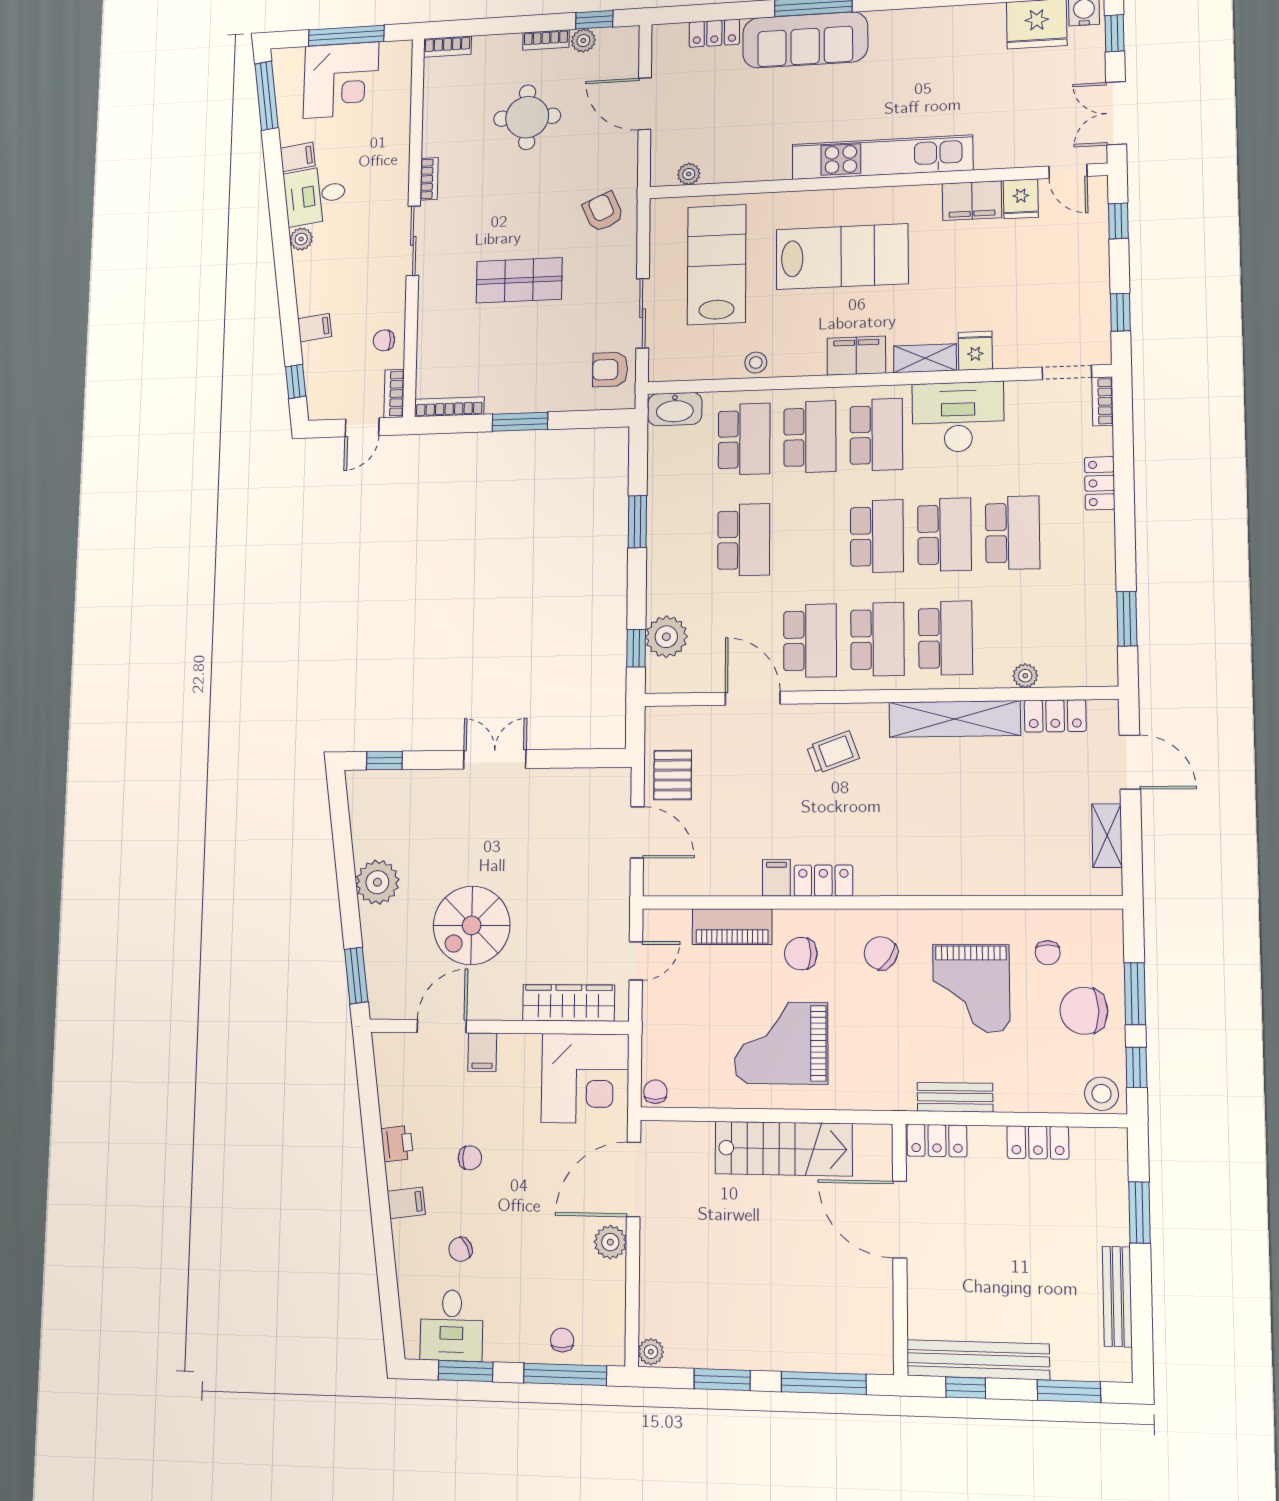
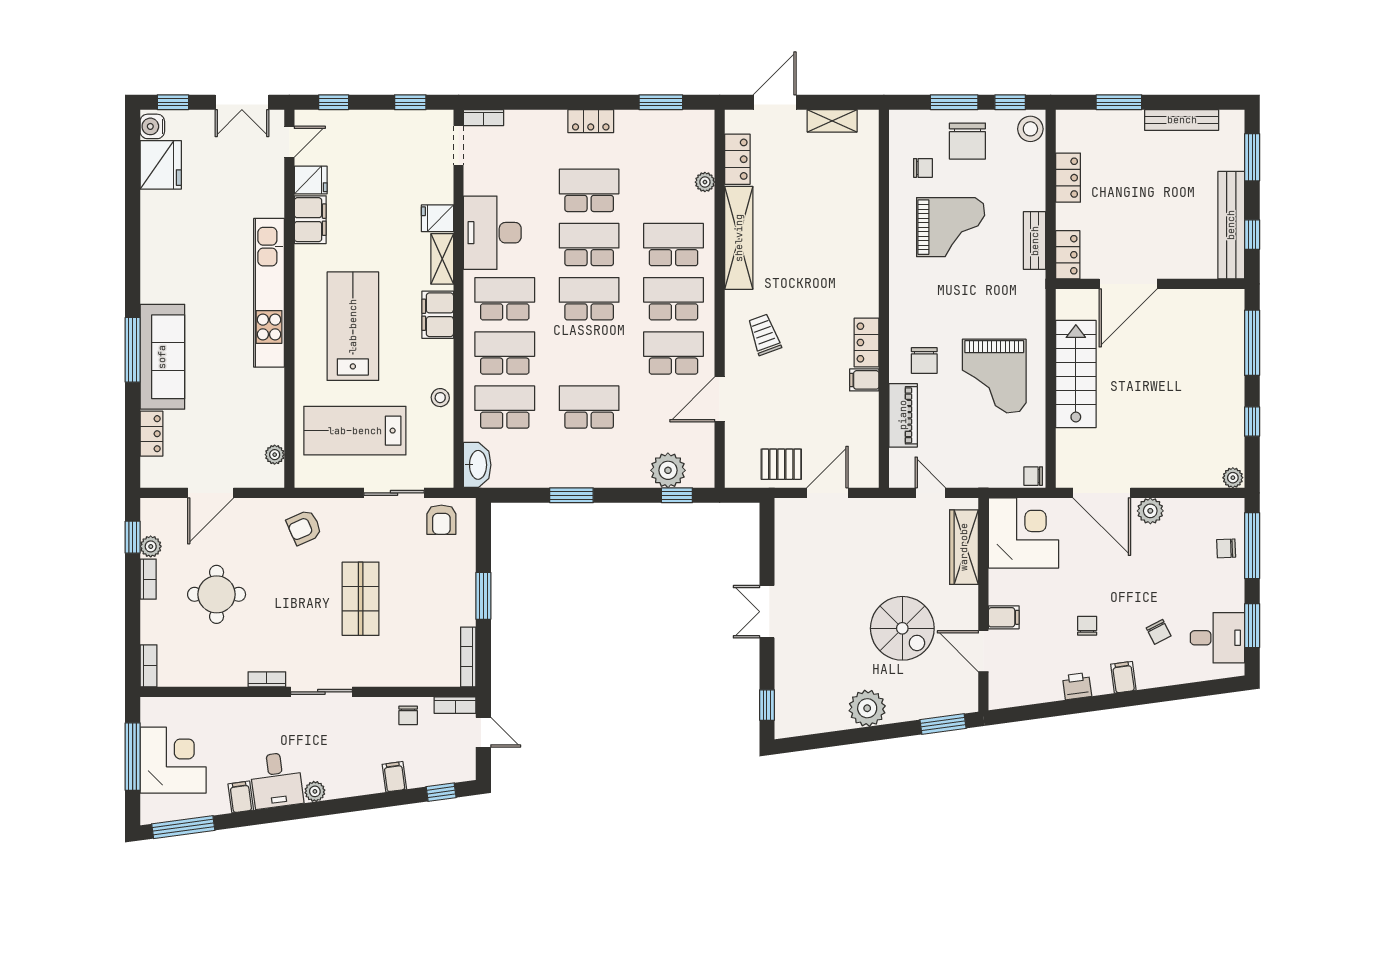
locker: (1100, 483) -> (591, 121), moved
chair: (881, 953) -> (924, 297), removed
window: (722, 1380) -> (1252, 422), width x0.67

